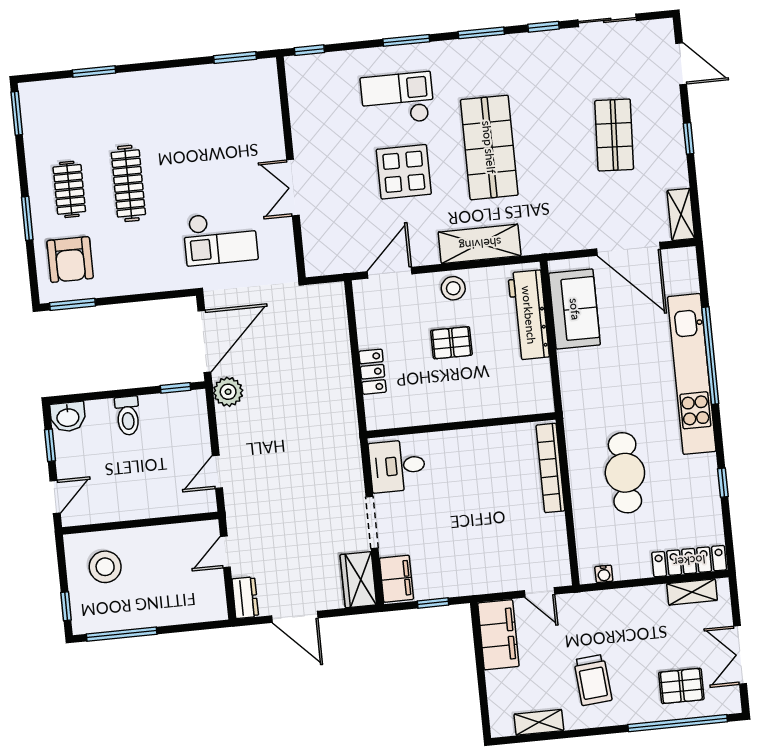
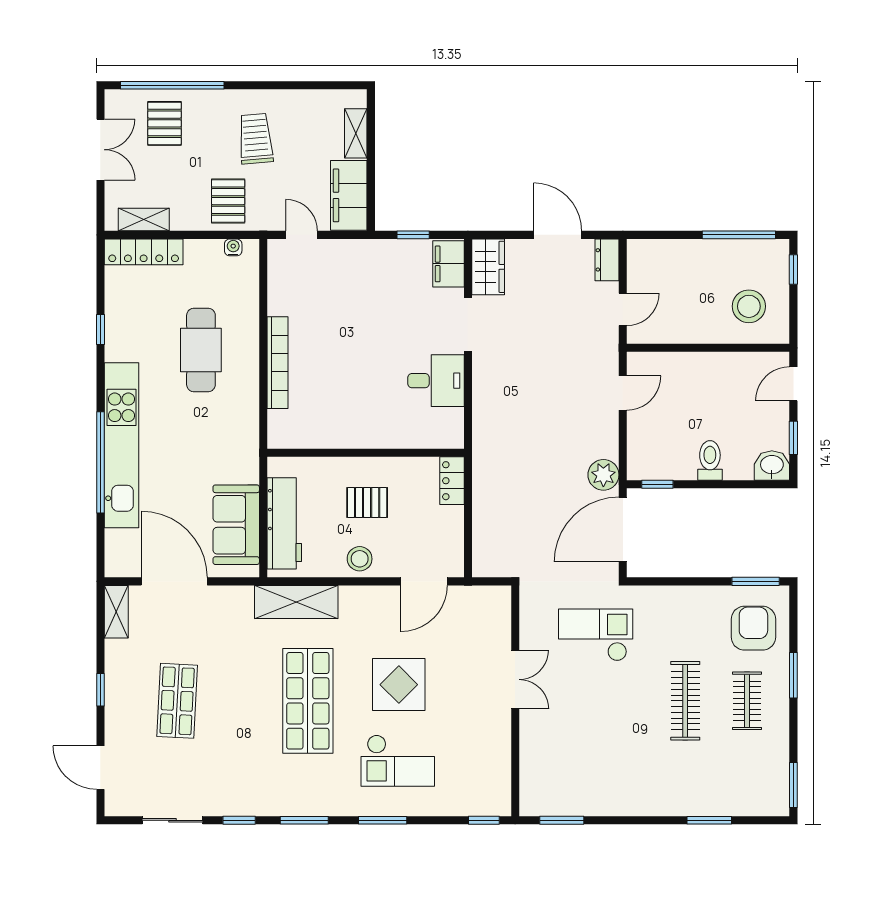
shelving: (480, 244) -> (296, 602), moved
wall: (461, 425) -> (366, 453), moved
pallet: (613, 618) -> (228, 201), added
pallet: (681, 686) -> (164, 123), turned 90
shelving: (539, 722) -> (356, 133), moved, turned 90

